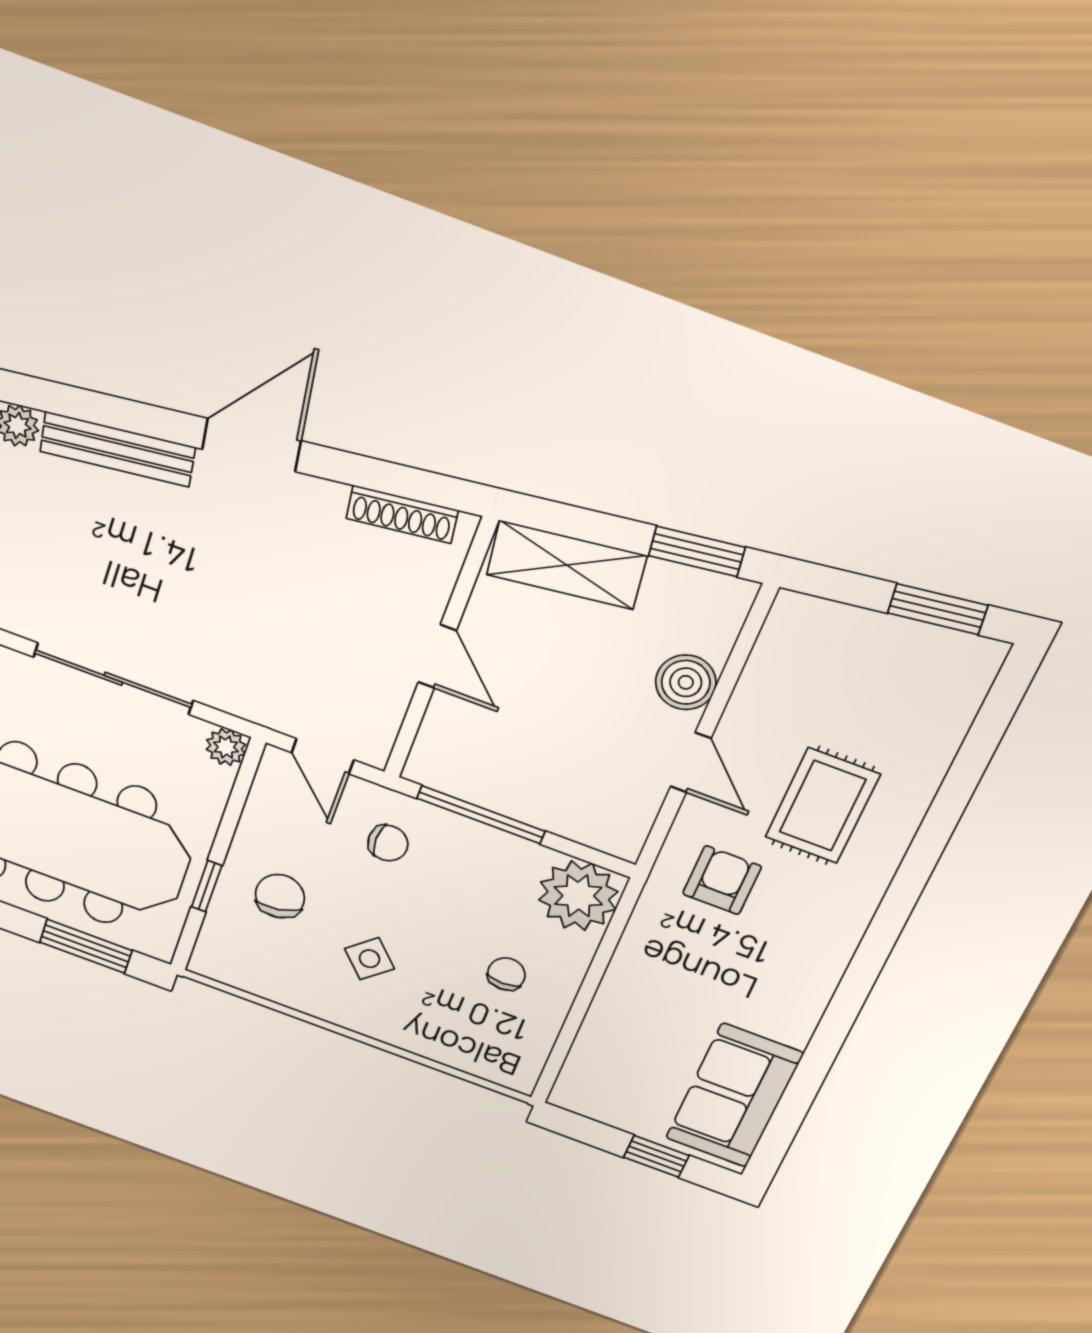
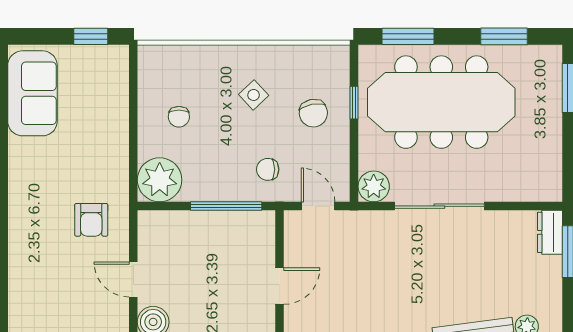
door: (437, 656) -> (280, 286), swing flipped
plant: (226, 747) -> (374, 186), width x1.38, depth x1.38
rug: (823, 806) -> (60, 283), removed
window: (656, 1156) -> (91, 36), moved

